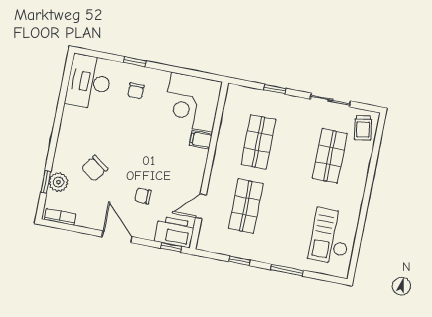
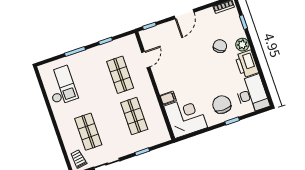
chair: (136, 91) -> (222, 105), width x1.87, depth x1.87
plant: (58, 182) -> (242, 45), moved
chair: (143, 196) -> (183, 46), removed
printer: (175, 232) -> (247, 64), moved, turned 90
door: (117, 237) -> (184, 14), hinge flipped

